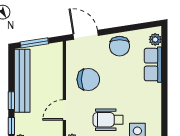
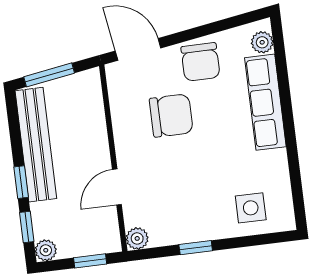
row of seats: (153, 65) -> (265, 102), width x1.48
chair: (88, 79) -> (171, 116), moved
wheelchair: (108, 120) -> (197, 195), removed

